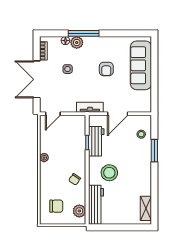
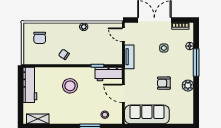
plant: (77, 43) -> (188, 86), moved
sofa: (141, 65) -> (147, 114), moved
tv unit: (90, 107) -> (129, 57), moved
workbench: (96, 141) -> (109, 74), moved
workbench: (96, 205) -> (30, 85), moved, turned -90
plant: (79, 211) -> (35, 59), removed

